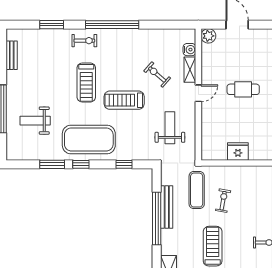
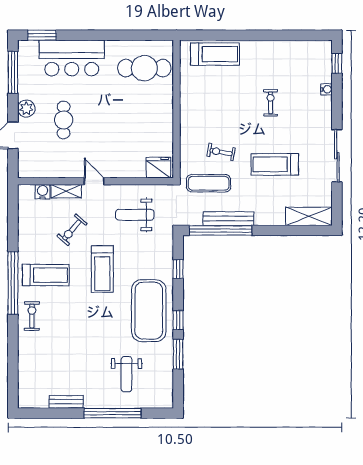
window: (52, 25) -> (13, 355), removed
plant: (208, 36) -> (26, 109), moved
bench: (12, 55) -> (66, 402), moved
treadmill: (86, 83) -> (46, 275), moved
cafe table: (243, 89) -> (64, 120), moved
fridge: (238, 151) -> (158, 168), moved, turned 90
window: (157, 219) -> (221, 230), moved

